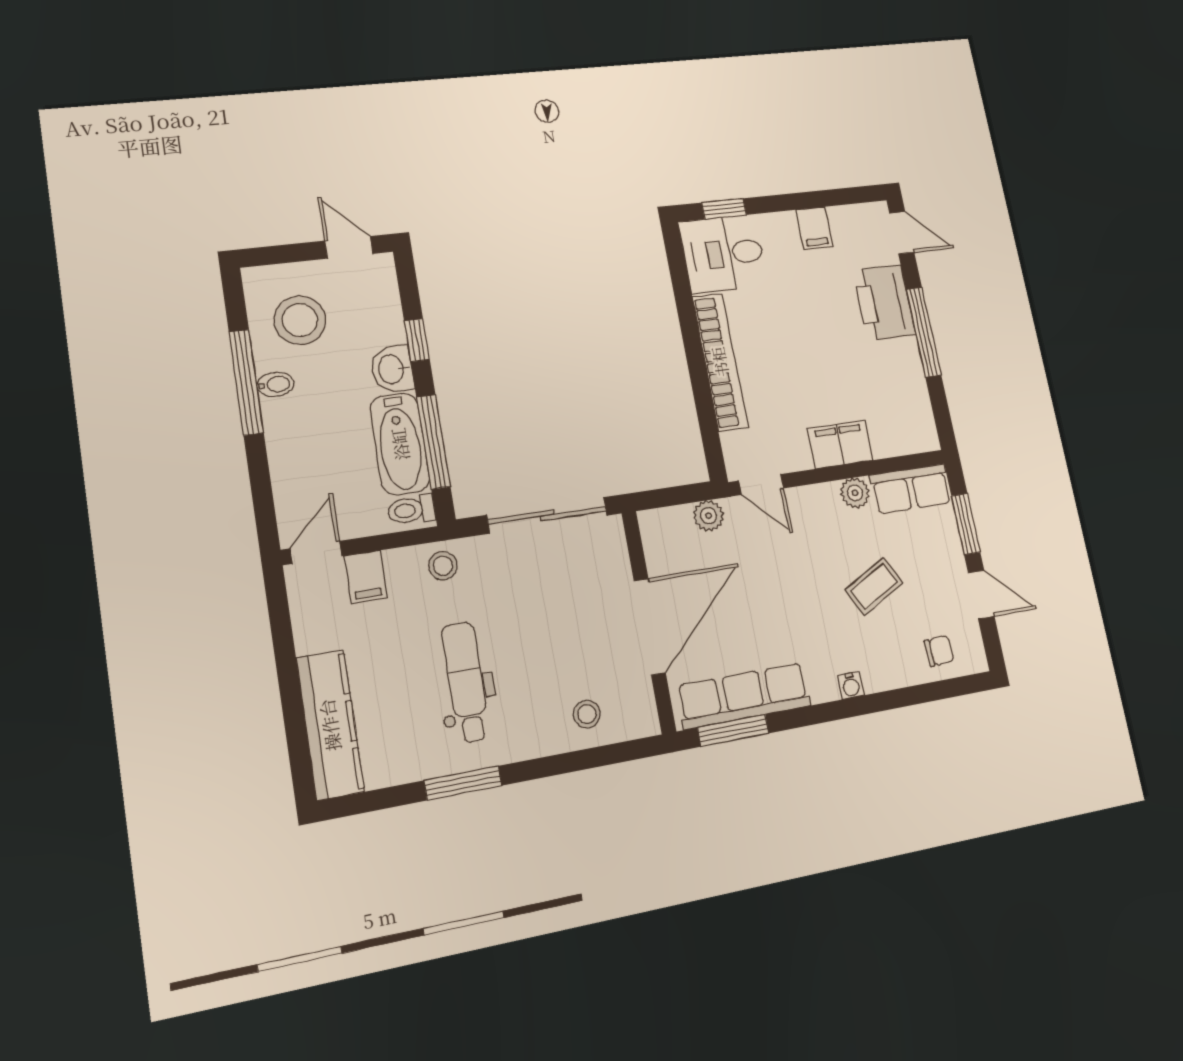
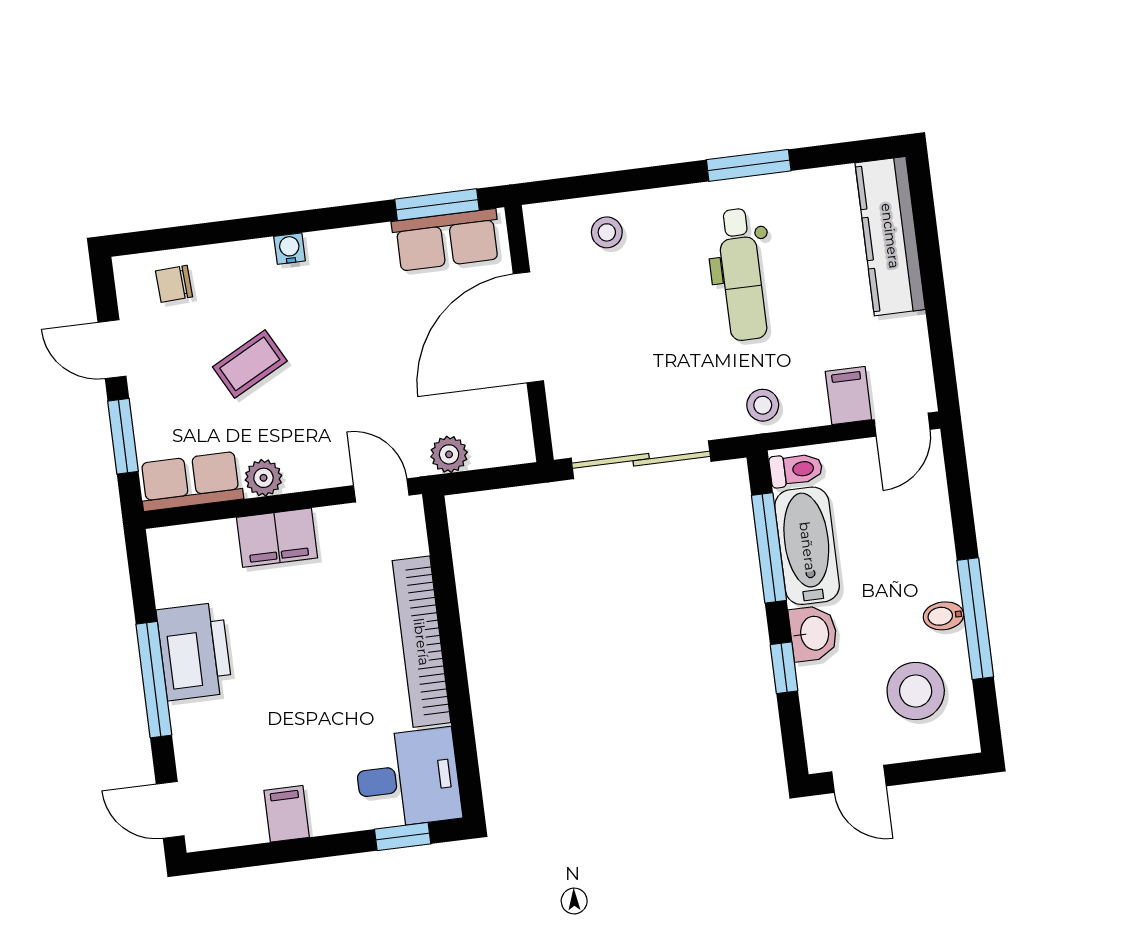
printer: (884, 303) -> (194, 651), moved
row of seats: (744, 696) -> (447, 240), width x0.68

